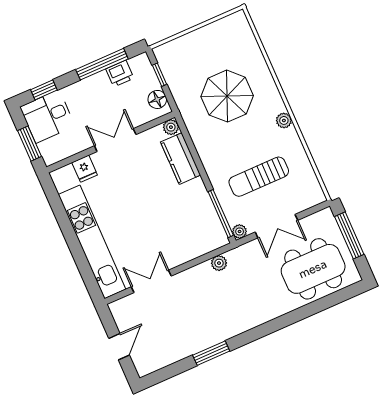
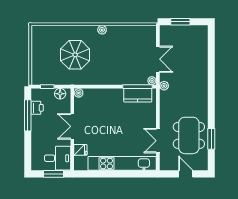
window: (44, 90) -> (28, 153), removed
desk: (48, 116) -> (58, 158), moved, turned -90
kitchen counter: (181, 159) -> (138, 95), moved
sun lounger: (259, 177) -> (127, 57), removed
window: (349, 235) -> (180, 22), width x0.69
plant: (219, 263) -> (164, 86), moved
dining table: (313, 269) -> (189, 135), moved
window: (211, 353) -> (211, 139), moved

